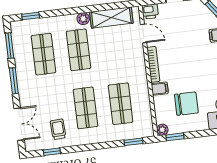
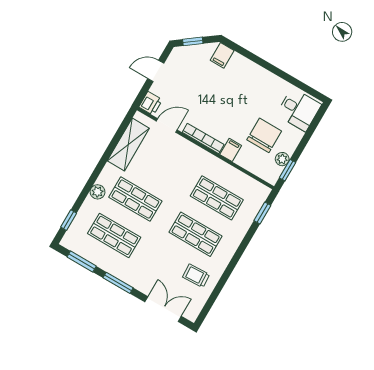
plant: (83, 19) -> (97, 192), moved
plant: (162, 130) -> (282, 159), moved
window: (52, 152) -> (213, 298), removed

